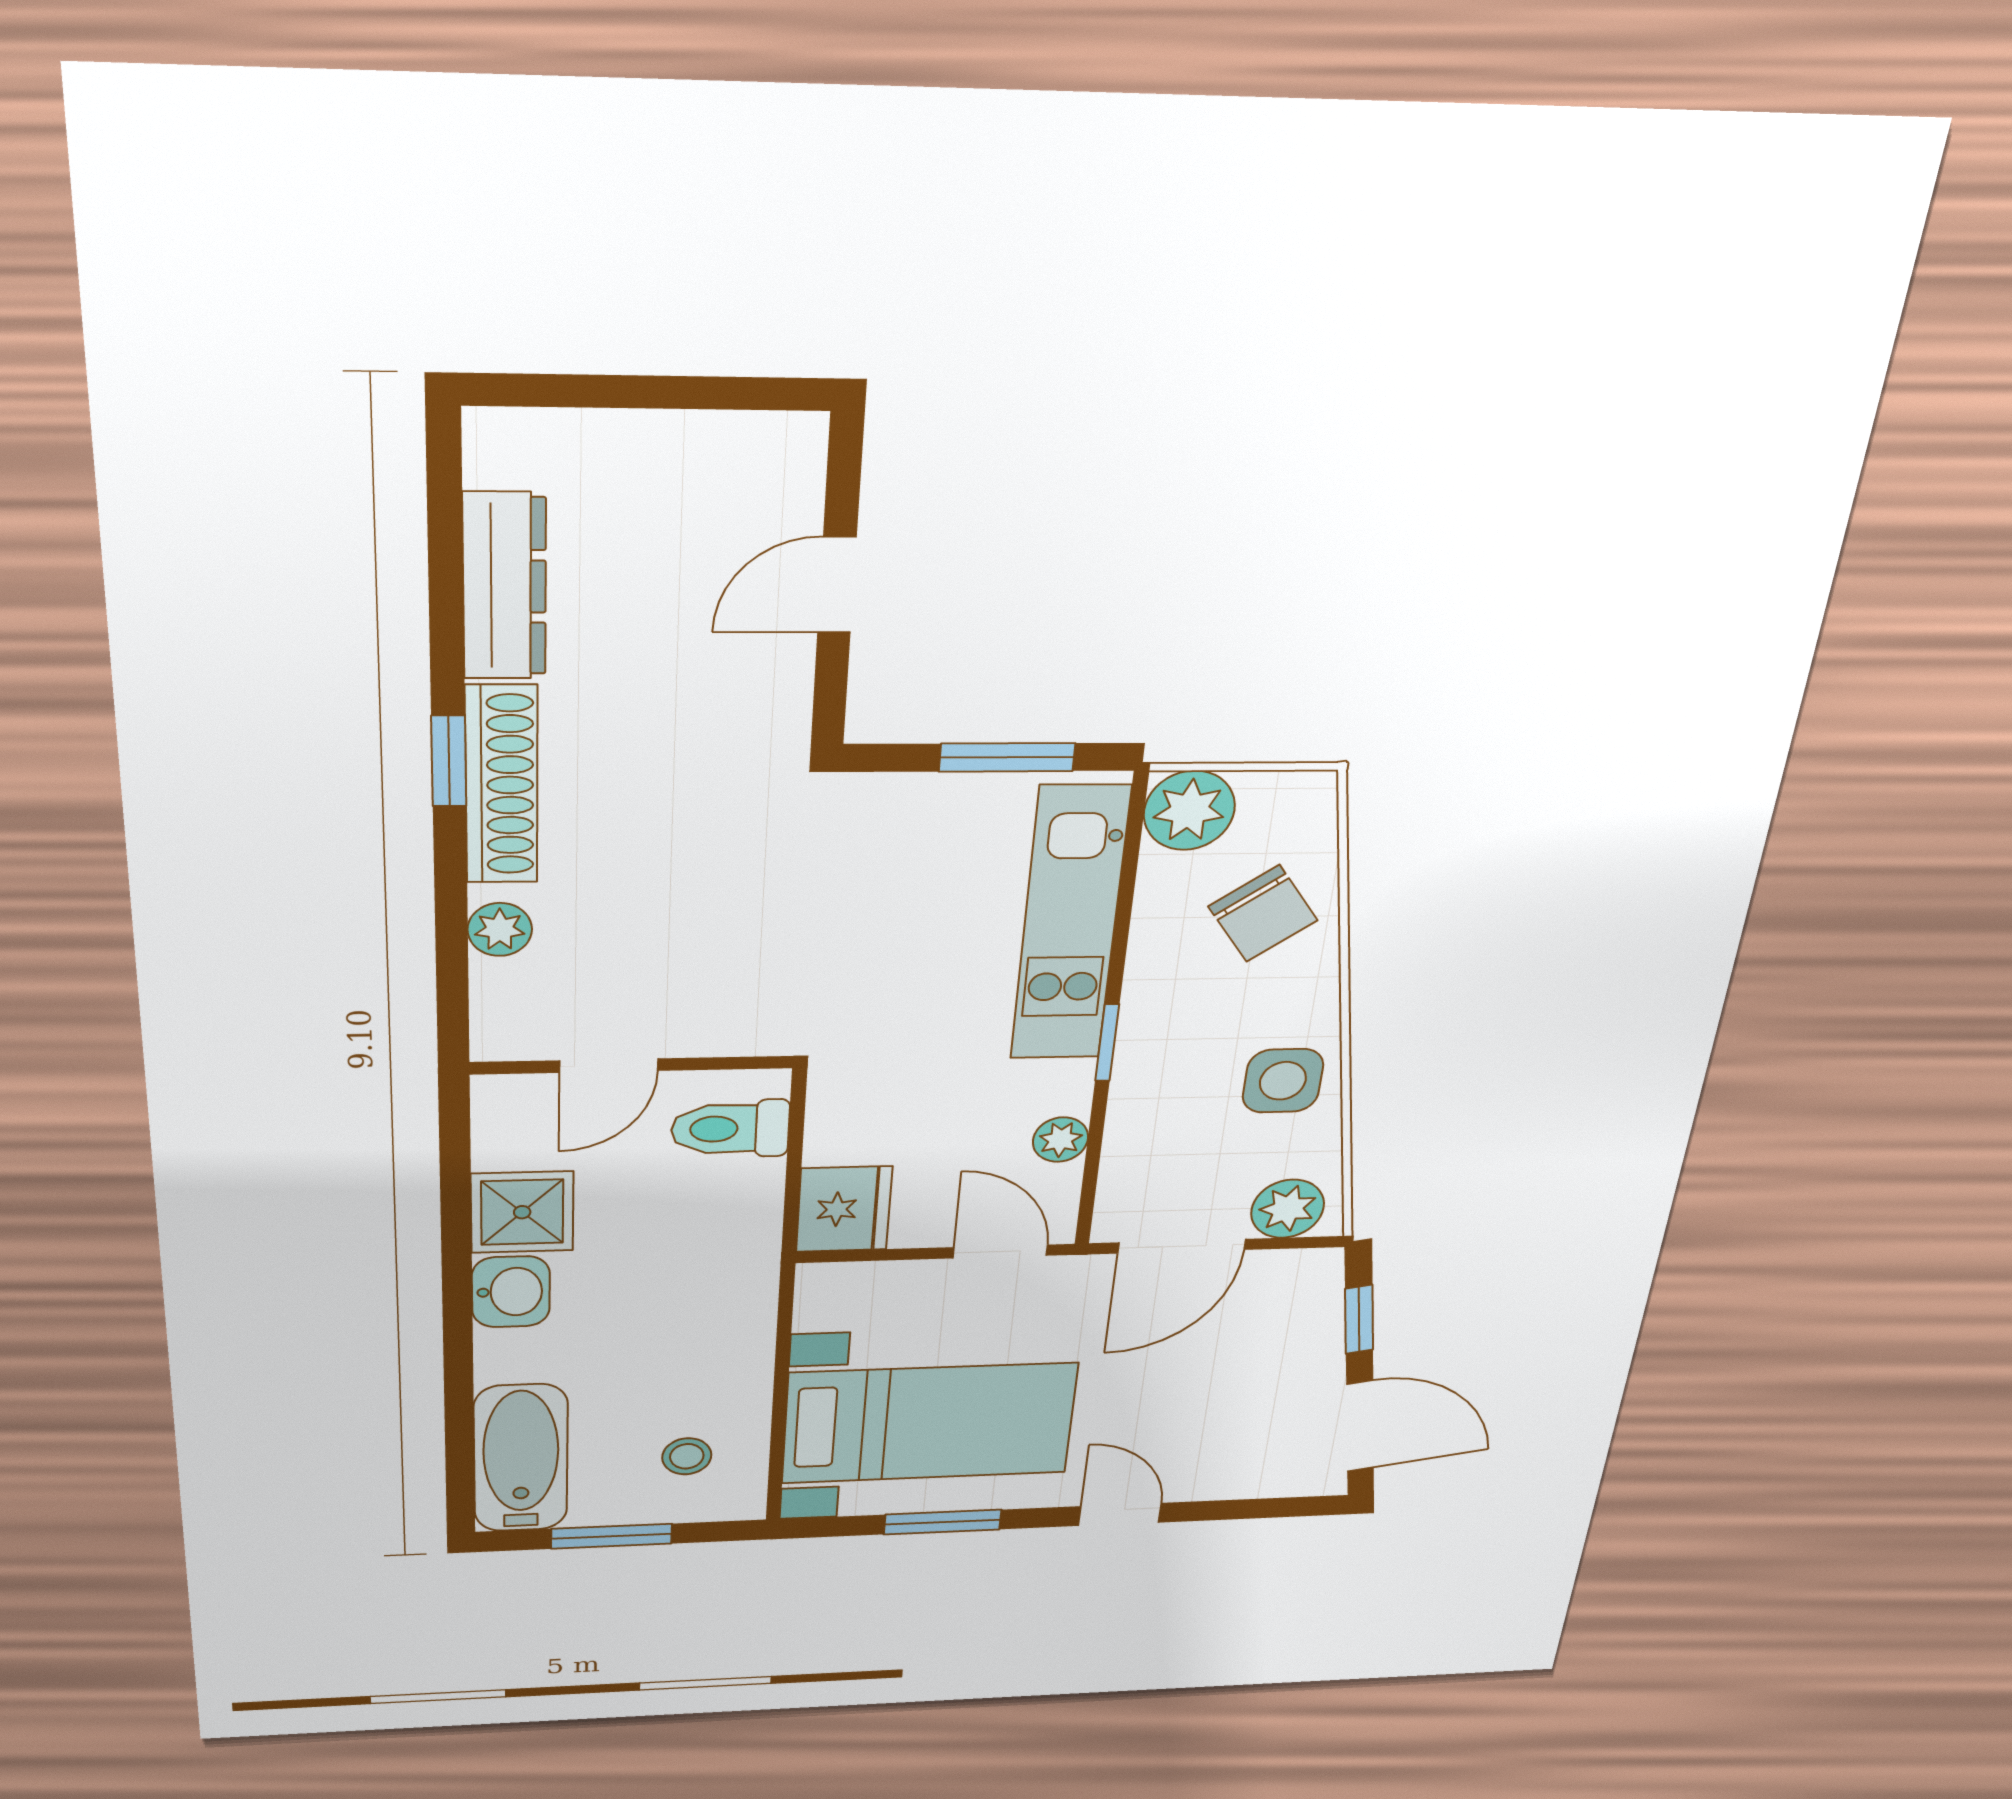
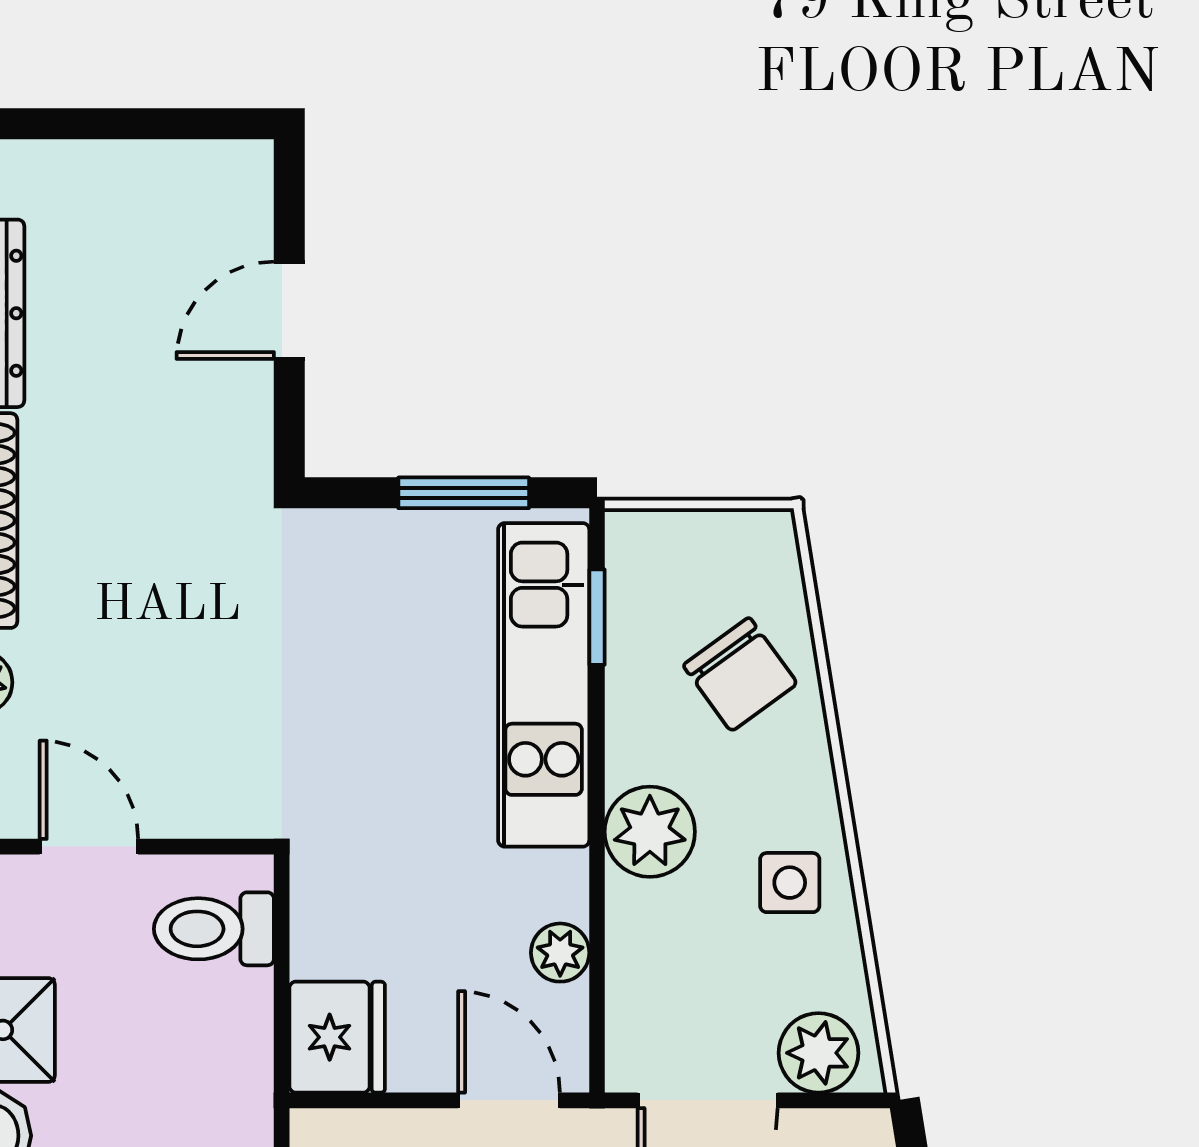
plant: (1189, 810) -> (650, 832), moved
window: (1107, 1043) -> (597, 617), moved
door: (609, 1066) -> (89, 847), swing flipped
side table: (1283, 1081) -> (790, 883), width x0.73, depth x0.73

